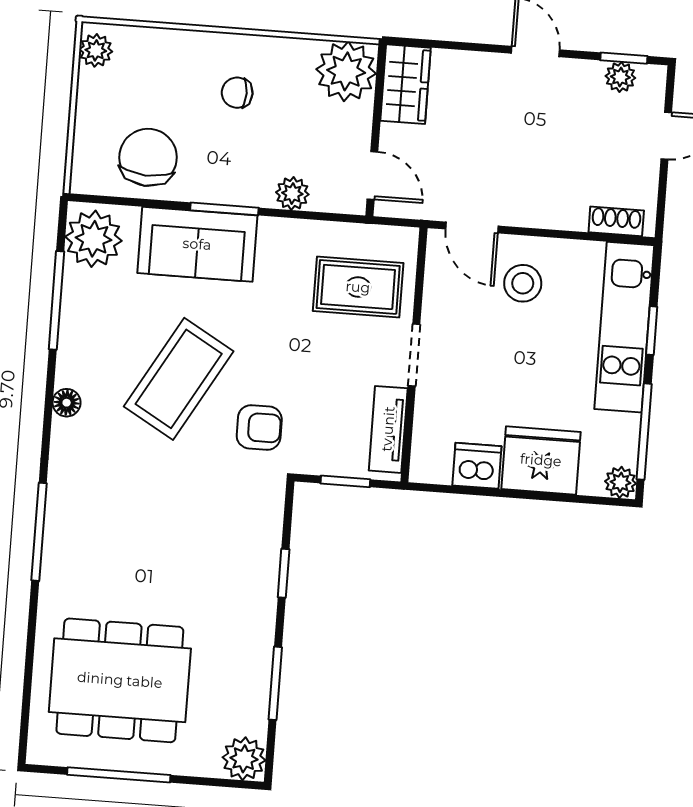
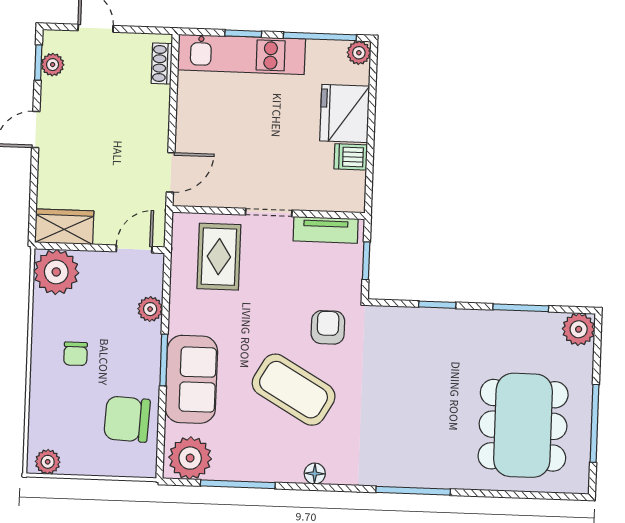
stool: (523, 283) -> (211, 132), removed
dishwasher: (477, 466) -> (351, 157), width x0.73

